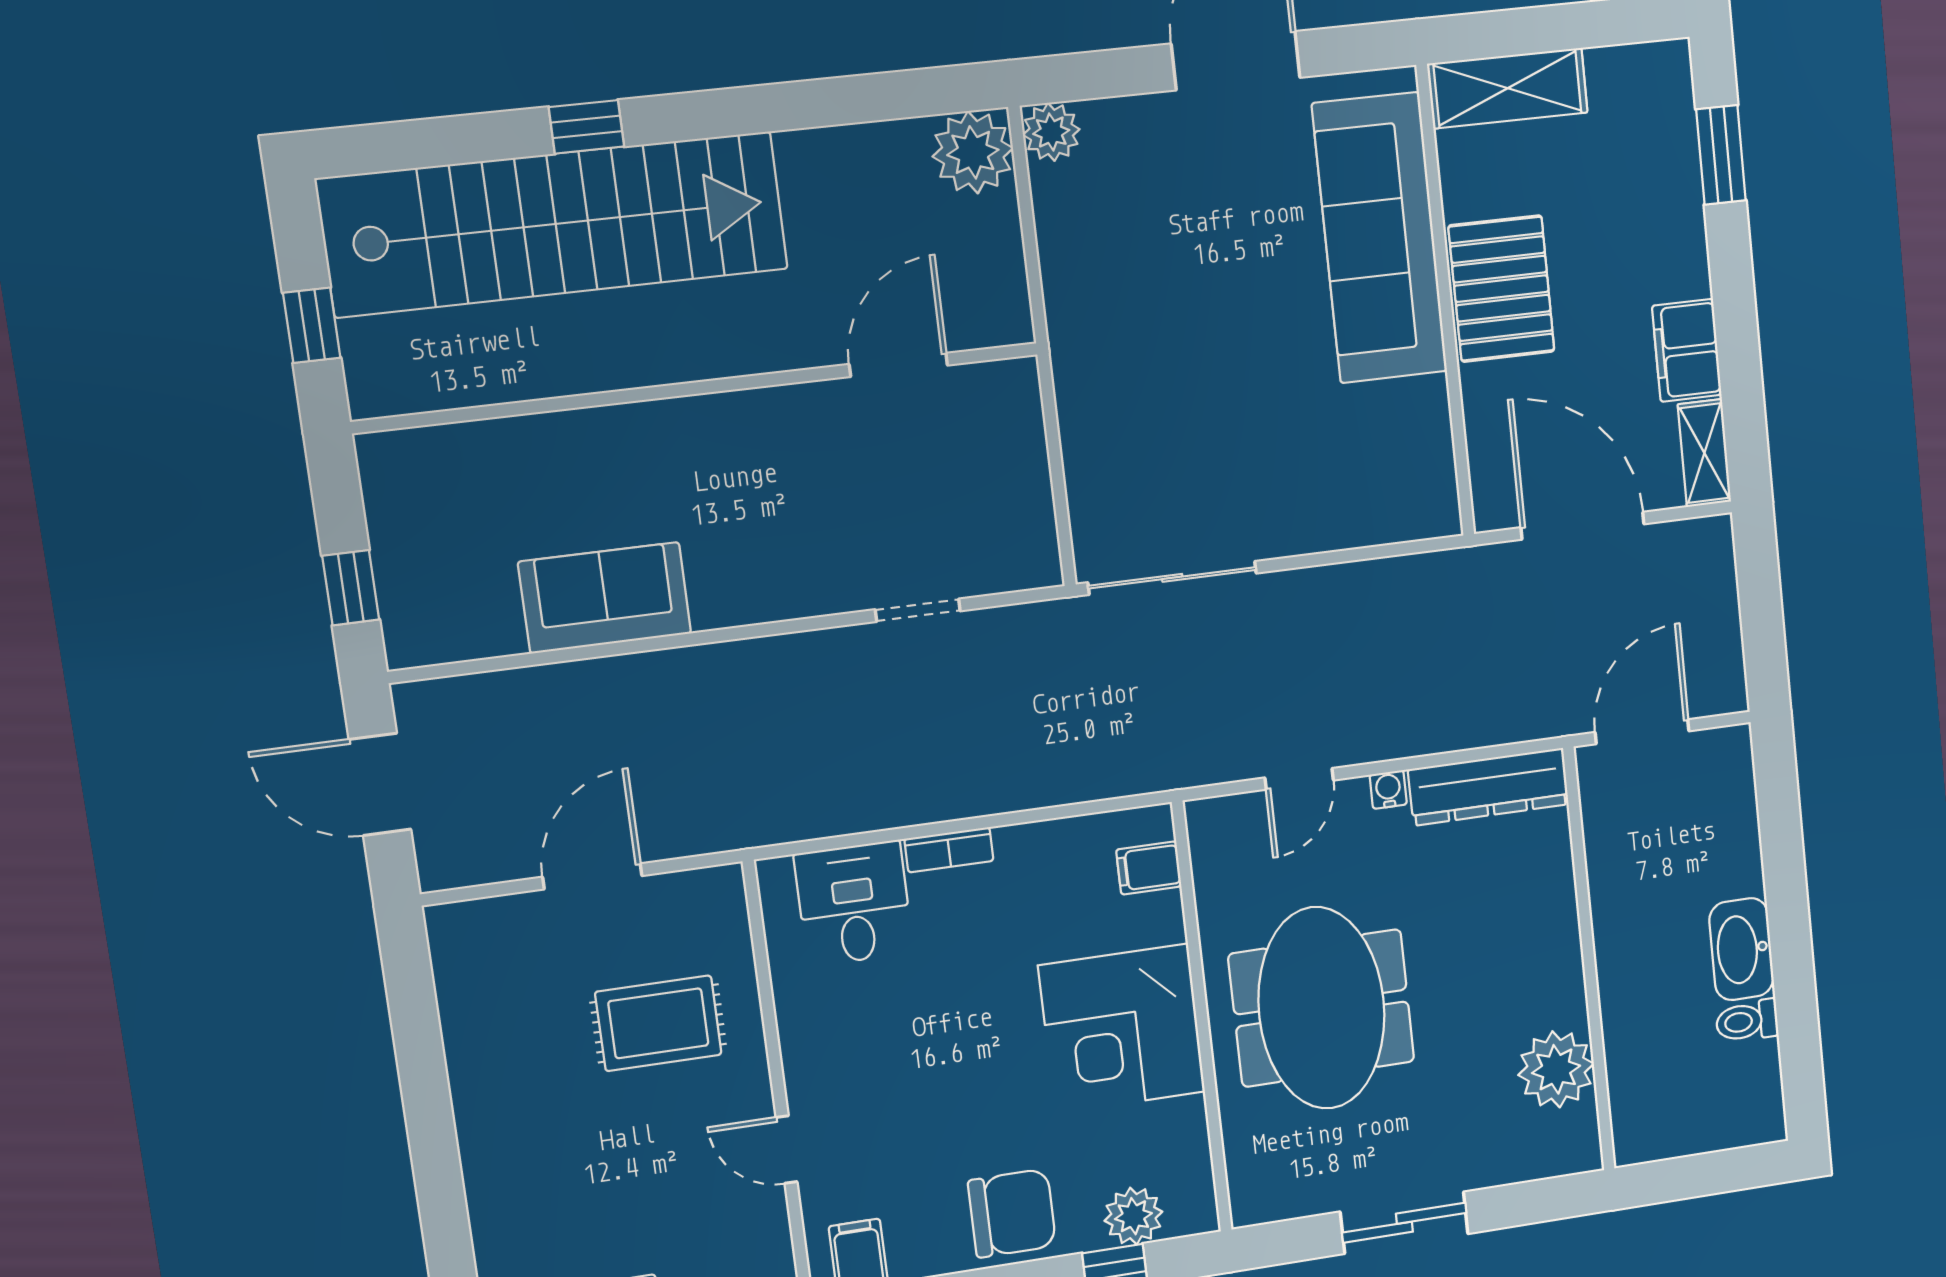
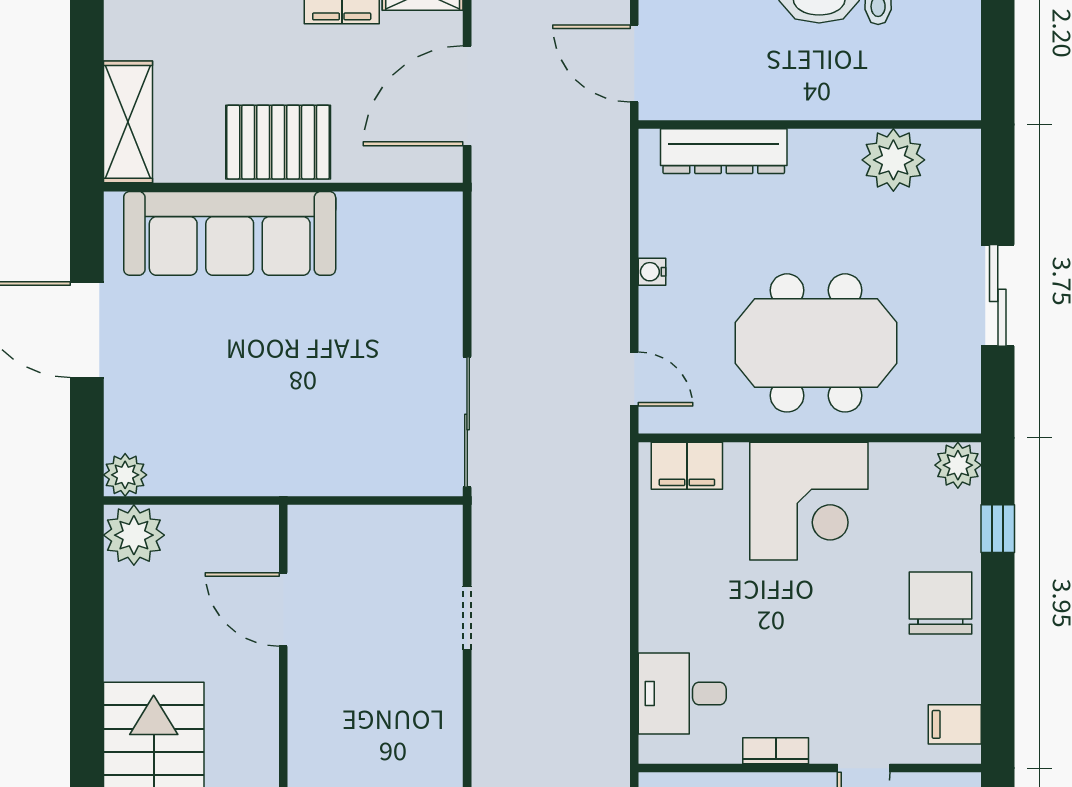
door: (1299, 779) -> (634, 379), moved
dresser: (1488, 787) -> (724, 151), moved, turned 90
bookcase: (949, 850) -> (776, 751), moved, turned -90
filing cabinet: (1149, 868) -> (687, 466), width x2.00
plant: (1133, 1216) -> (958, 465), moved

